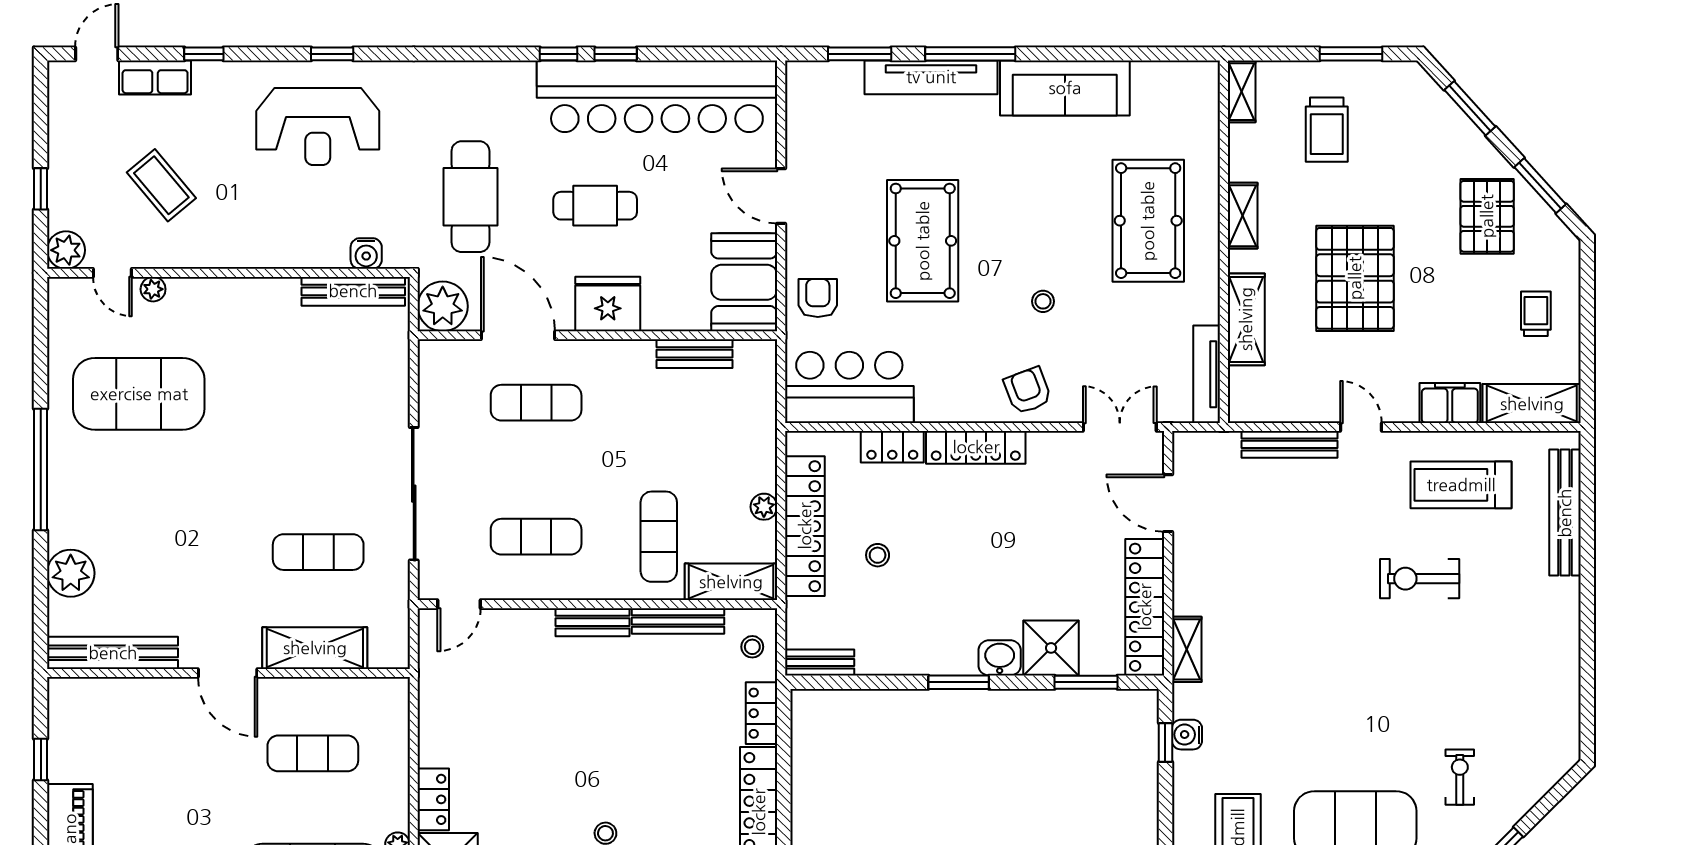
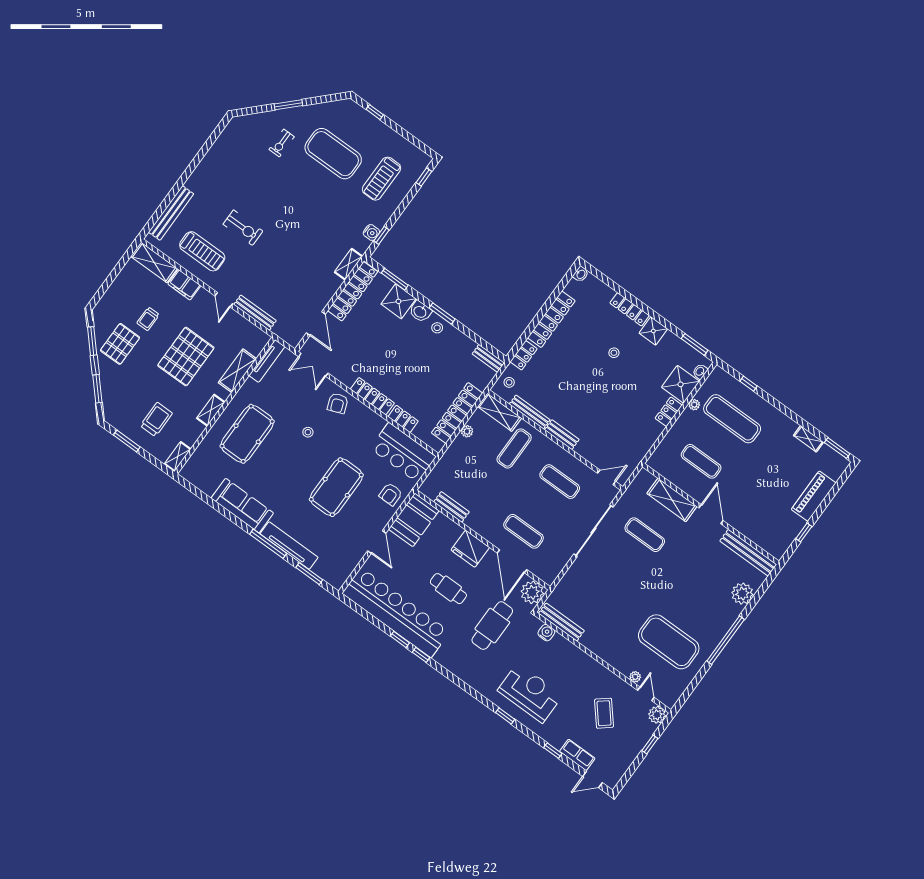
trolley: (1536, 314) -> (148, 319), moved
stool: (878, 555) -> (437, 328), moved

